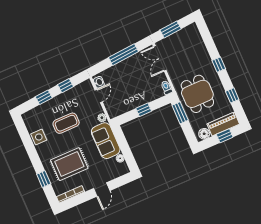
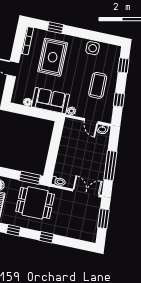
window: (44, 97) -> (123, 65), moved
window: (144, 110) -> (53, 150), removed
coffee table: (66, 123) -> (98, 85), moved

